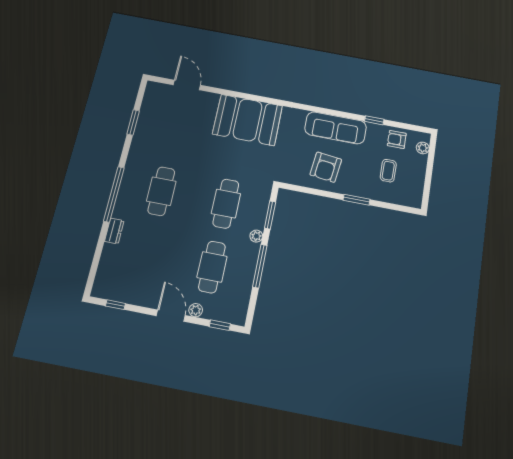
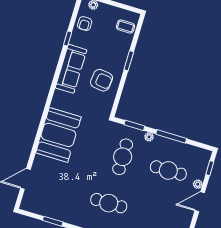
coffee table: (388, 171) -> (125, 27), moved
cafe table: (226, 204) -> (123, 157), turned 90

